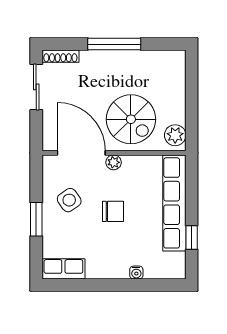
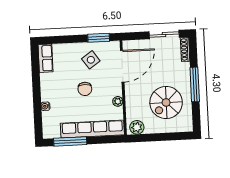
spiral stairs: (131, 119) -> (166, 102), moved
plant: (114, 162) -> (118, 101), moved
window: (36, 219) -> (99, 38), moved
window: (192, 238) -> (70, 141), width x2.17

